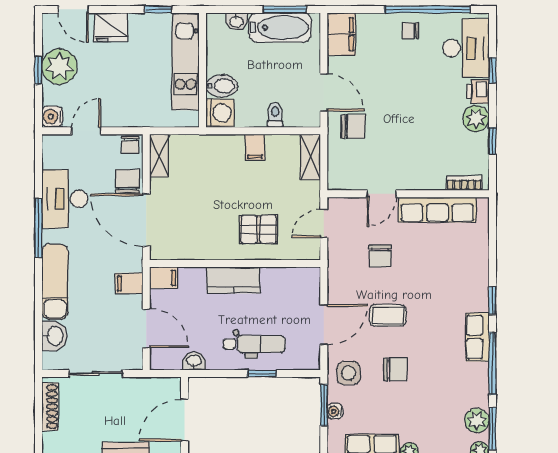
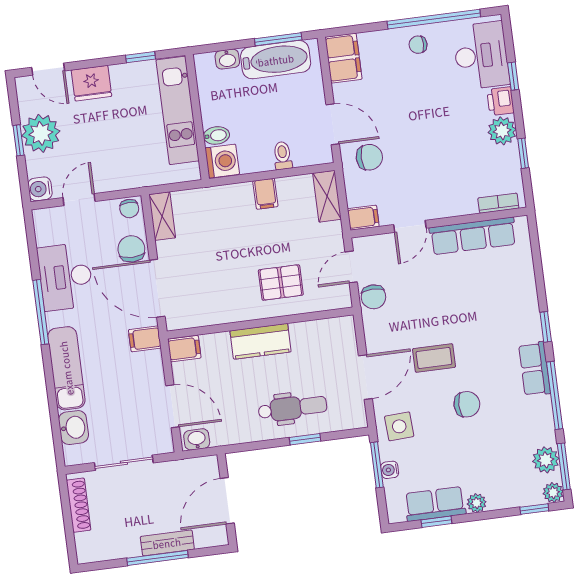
bidet: (222, 86) -> (216, 135), width x0.72, depth x0.74
filing cabinet: (341, 180) -> (363, 218), added
chair: (380, 256) -> (373, 297), moved
filing cabinet: (129, 283) -> (145, 339), moved
washbasin: (194, 361) -> (197, 439), moved
chair: (395, 369) -> (467, 404), moved

